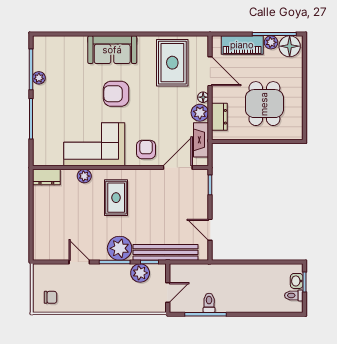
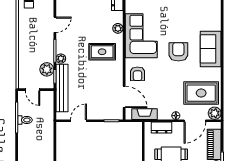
plant: (200, 113) -> (215, 113), moved
armchair: (146, 149) -> (137, 74), turned 89
plant: (120, 248) -> (61, 59), width x0.53, depth x0.53

